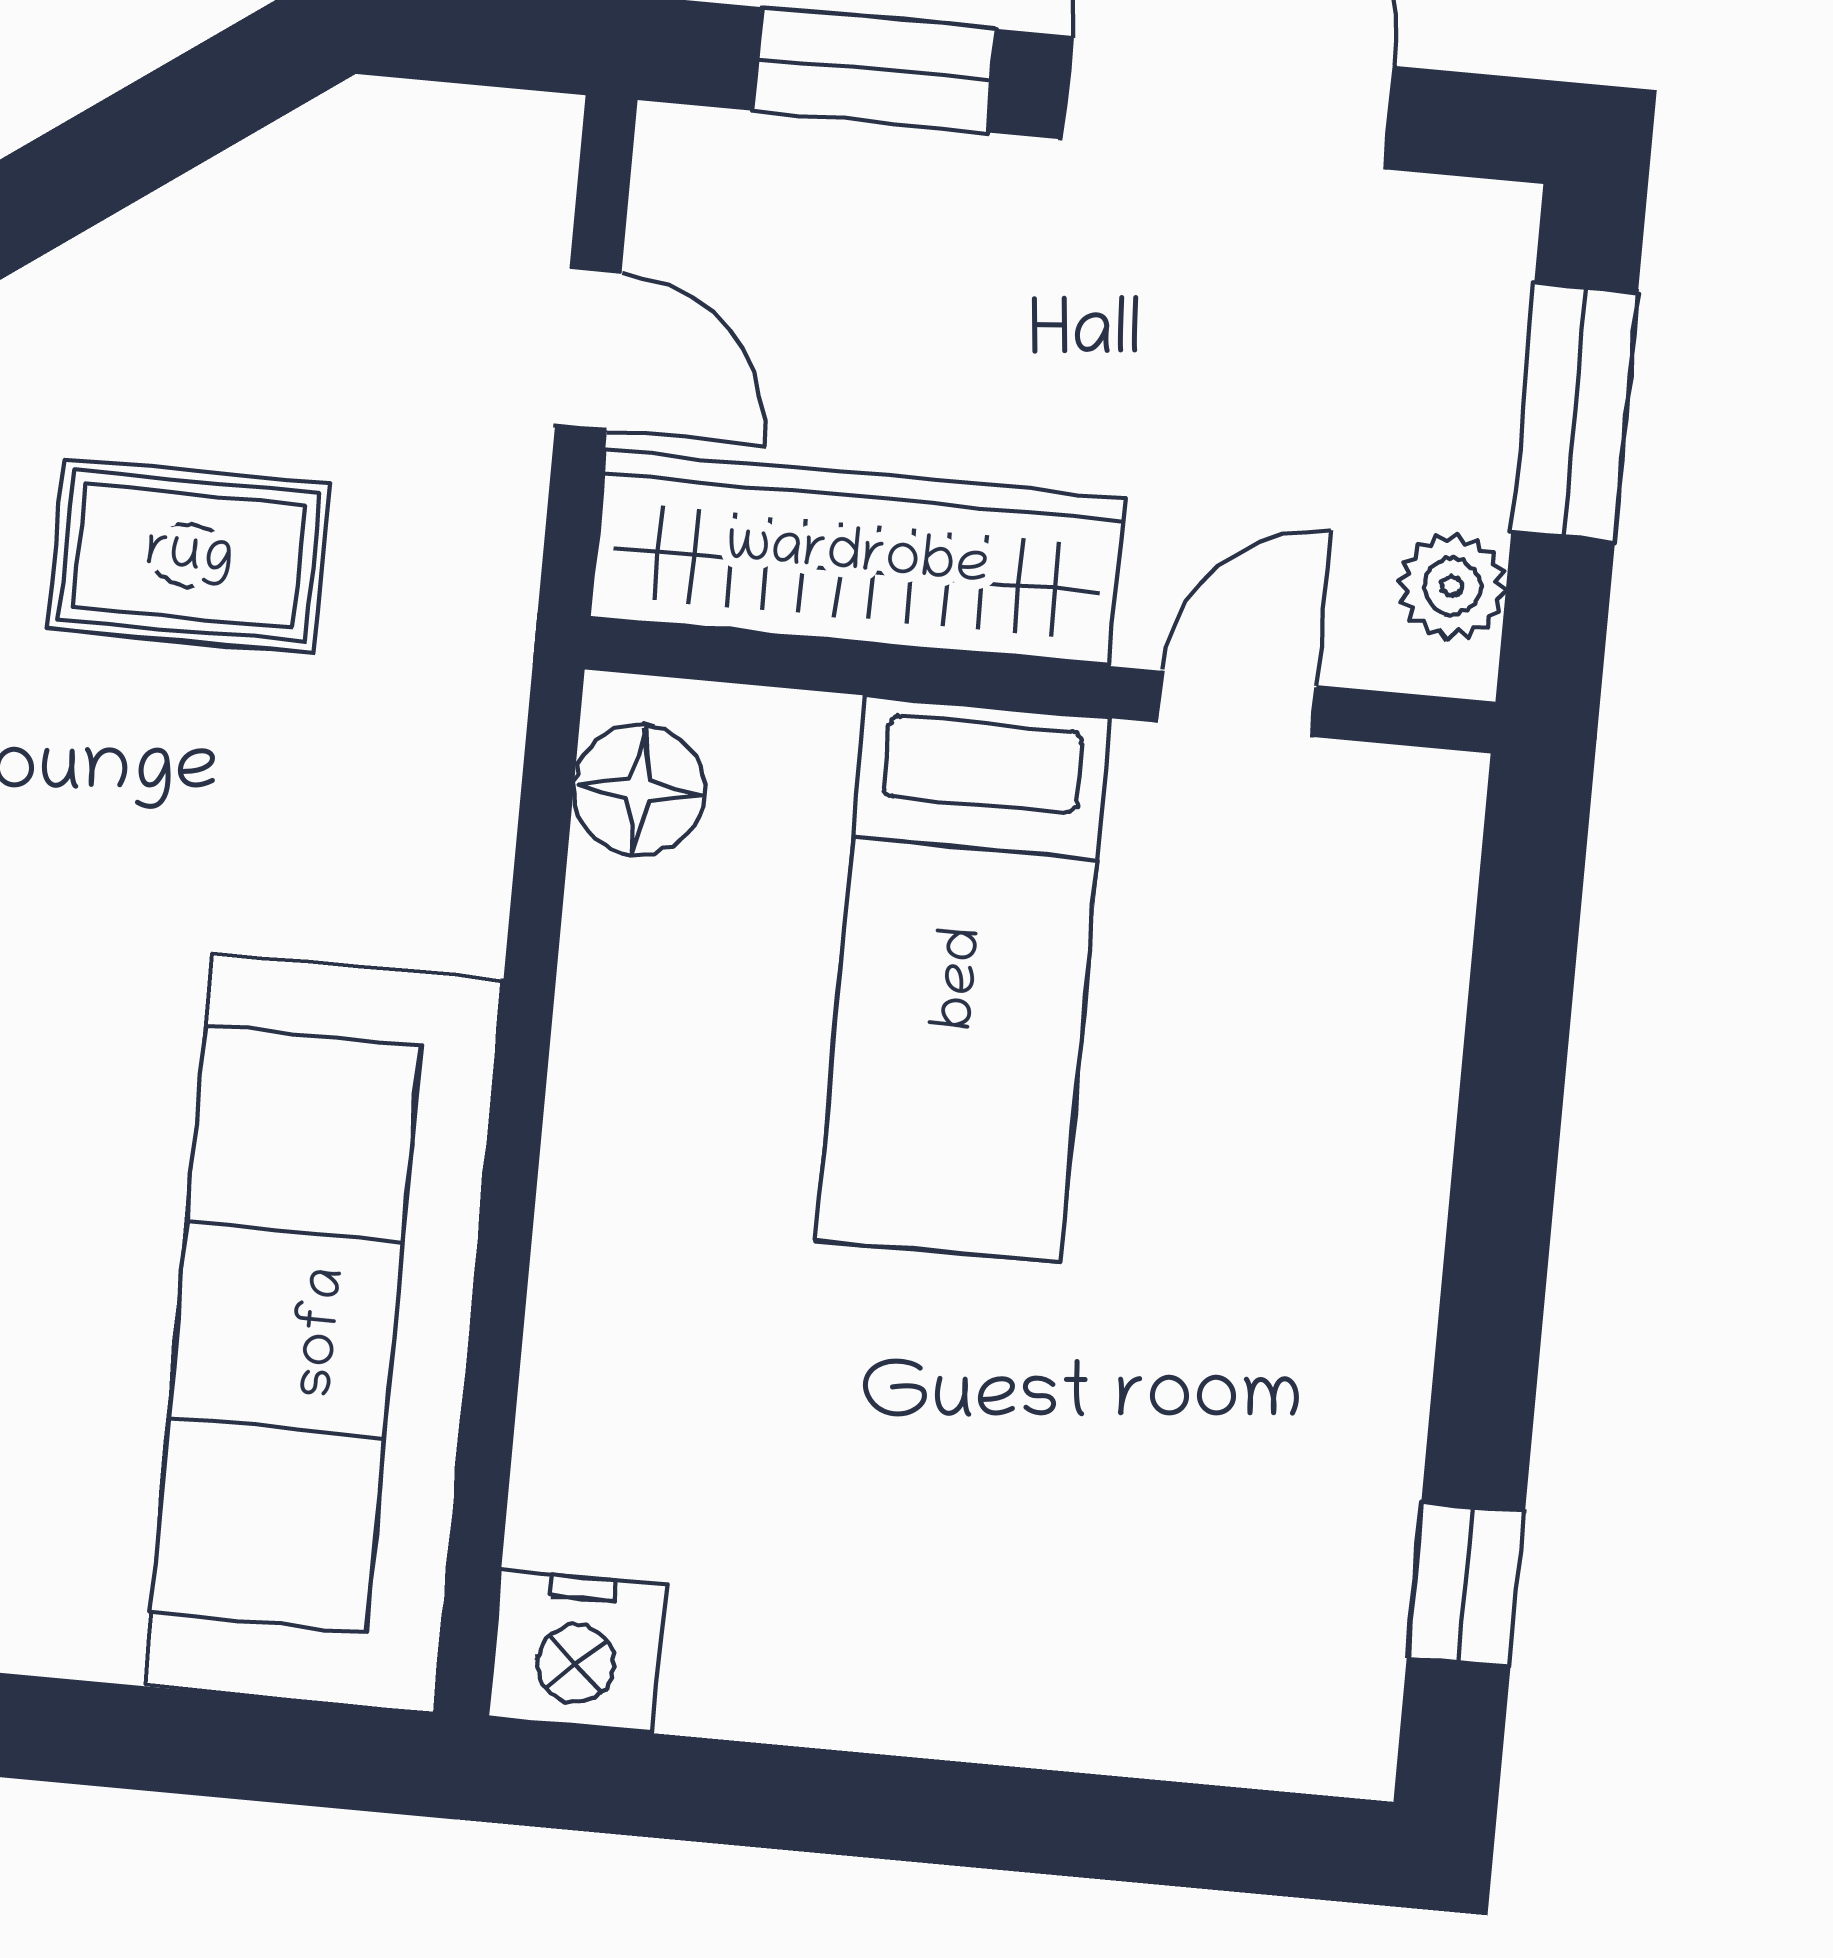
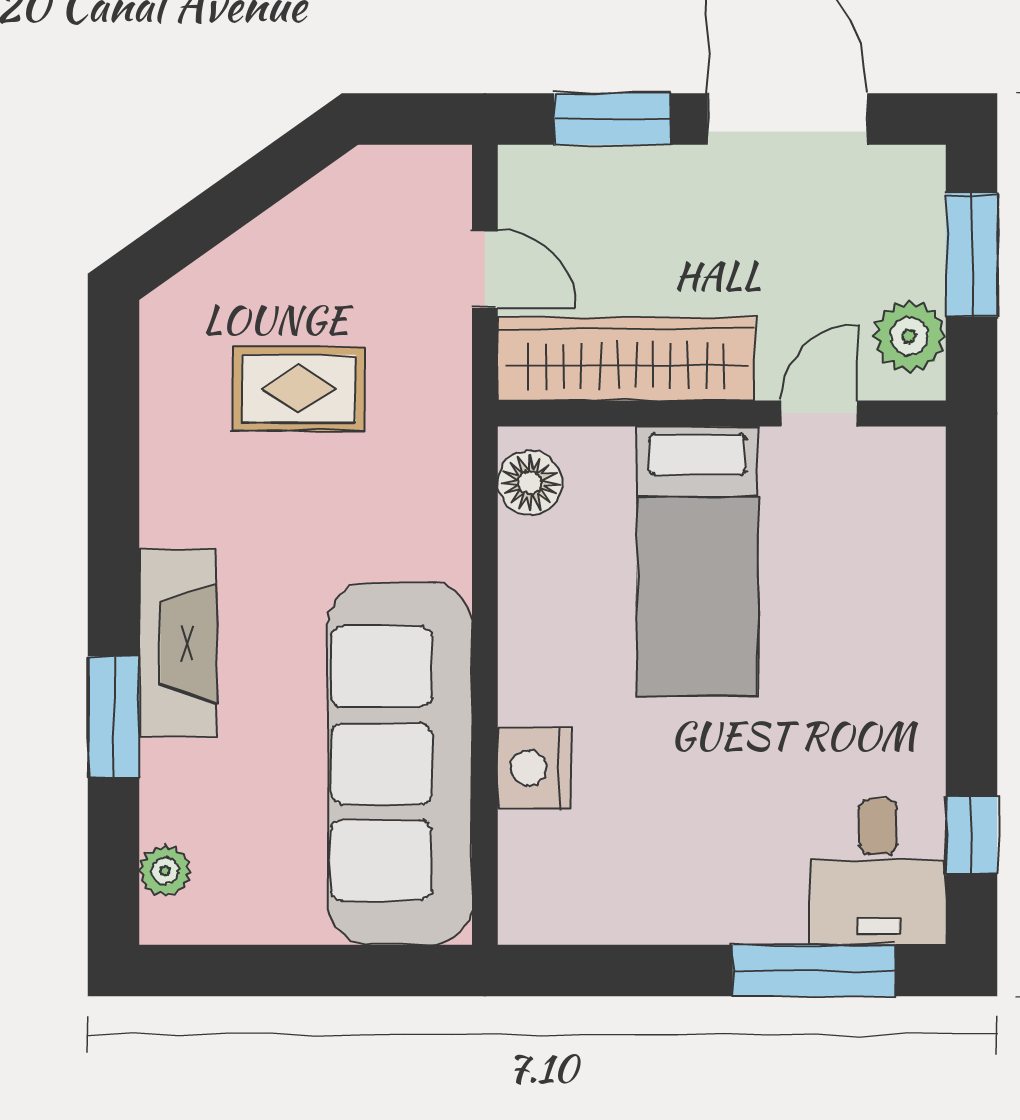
plant: (1452, 587) -> (909, 336), width x1.38, depth x1.38
desk: (1270, 1642) -> (878, 872), added
nightstand: (577, 1652) -> (534, 768), moved, turned 90
window: (1123, 1829) -> (814, 971), added

